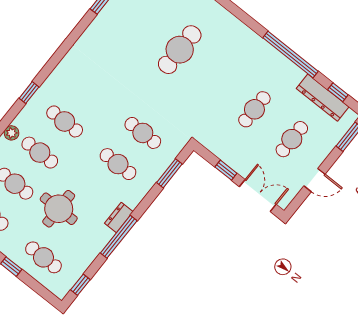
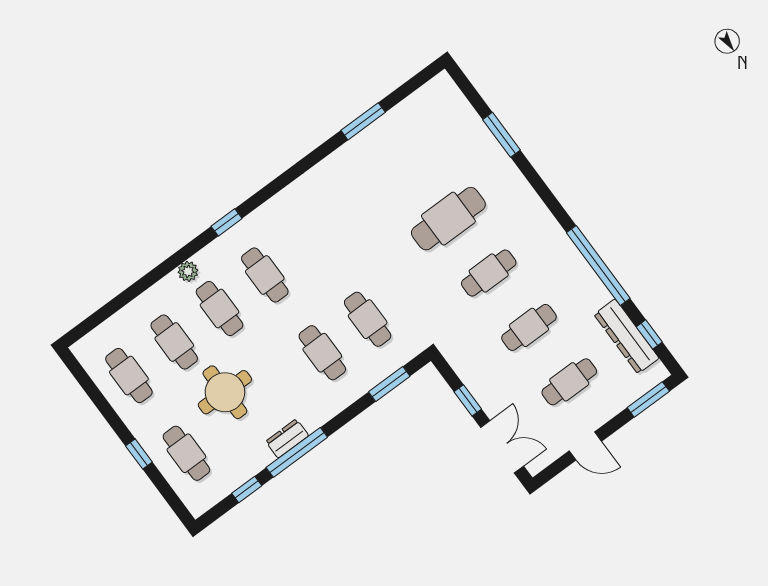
cafe table: (217, 79) -> (489, 273), added
dresser: (119, 217) -> (287, 439), moved
window: (80, 285) -> (247, 489), moved

